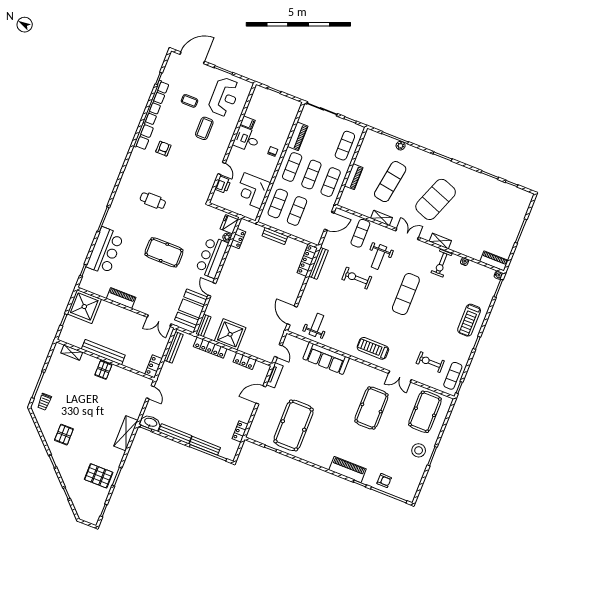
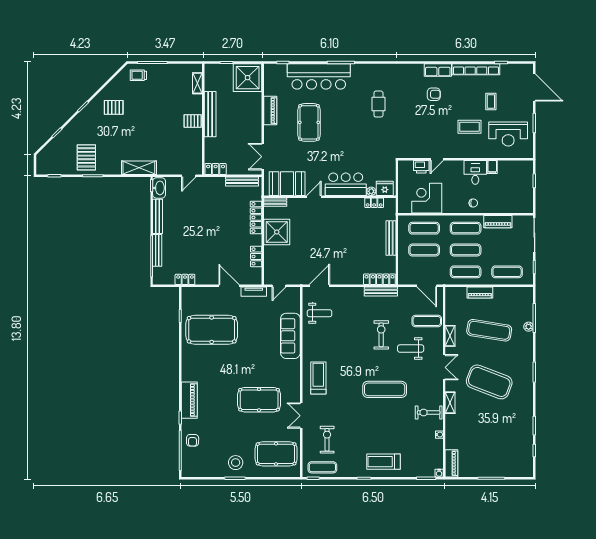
bench: (275, 236) -> (391, 238), width x1.36
bar counter: (105, 251) -> (319, 76), width x1.36
pool table: (164, 252) -> (309, 122), moved

